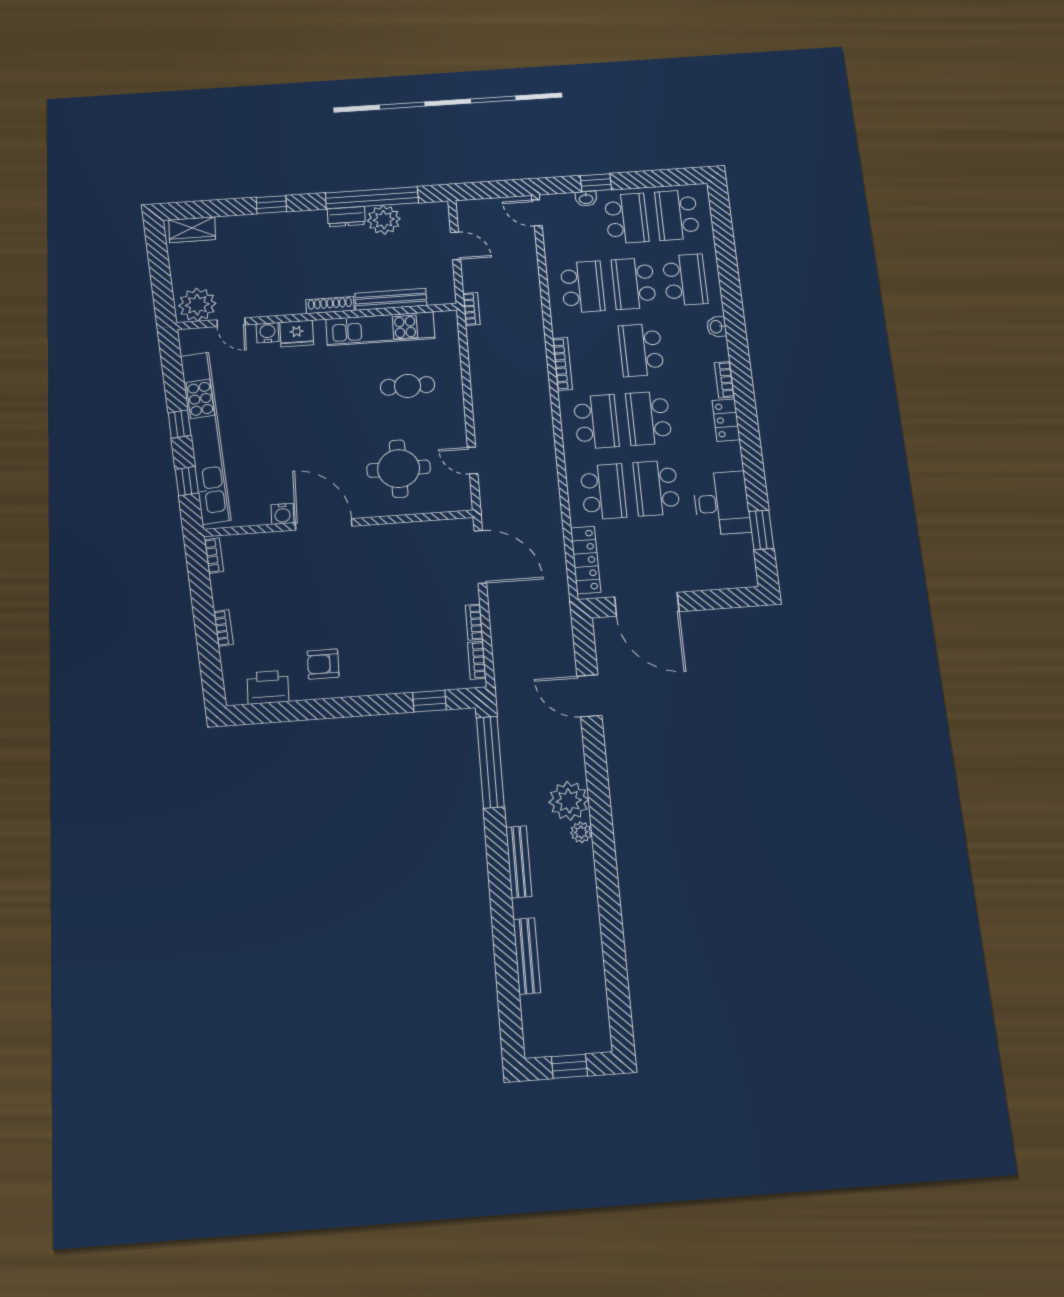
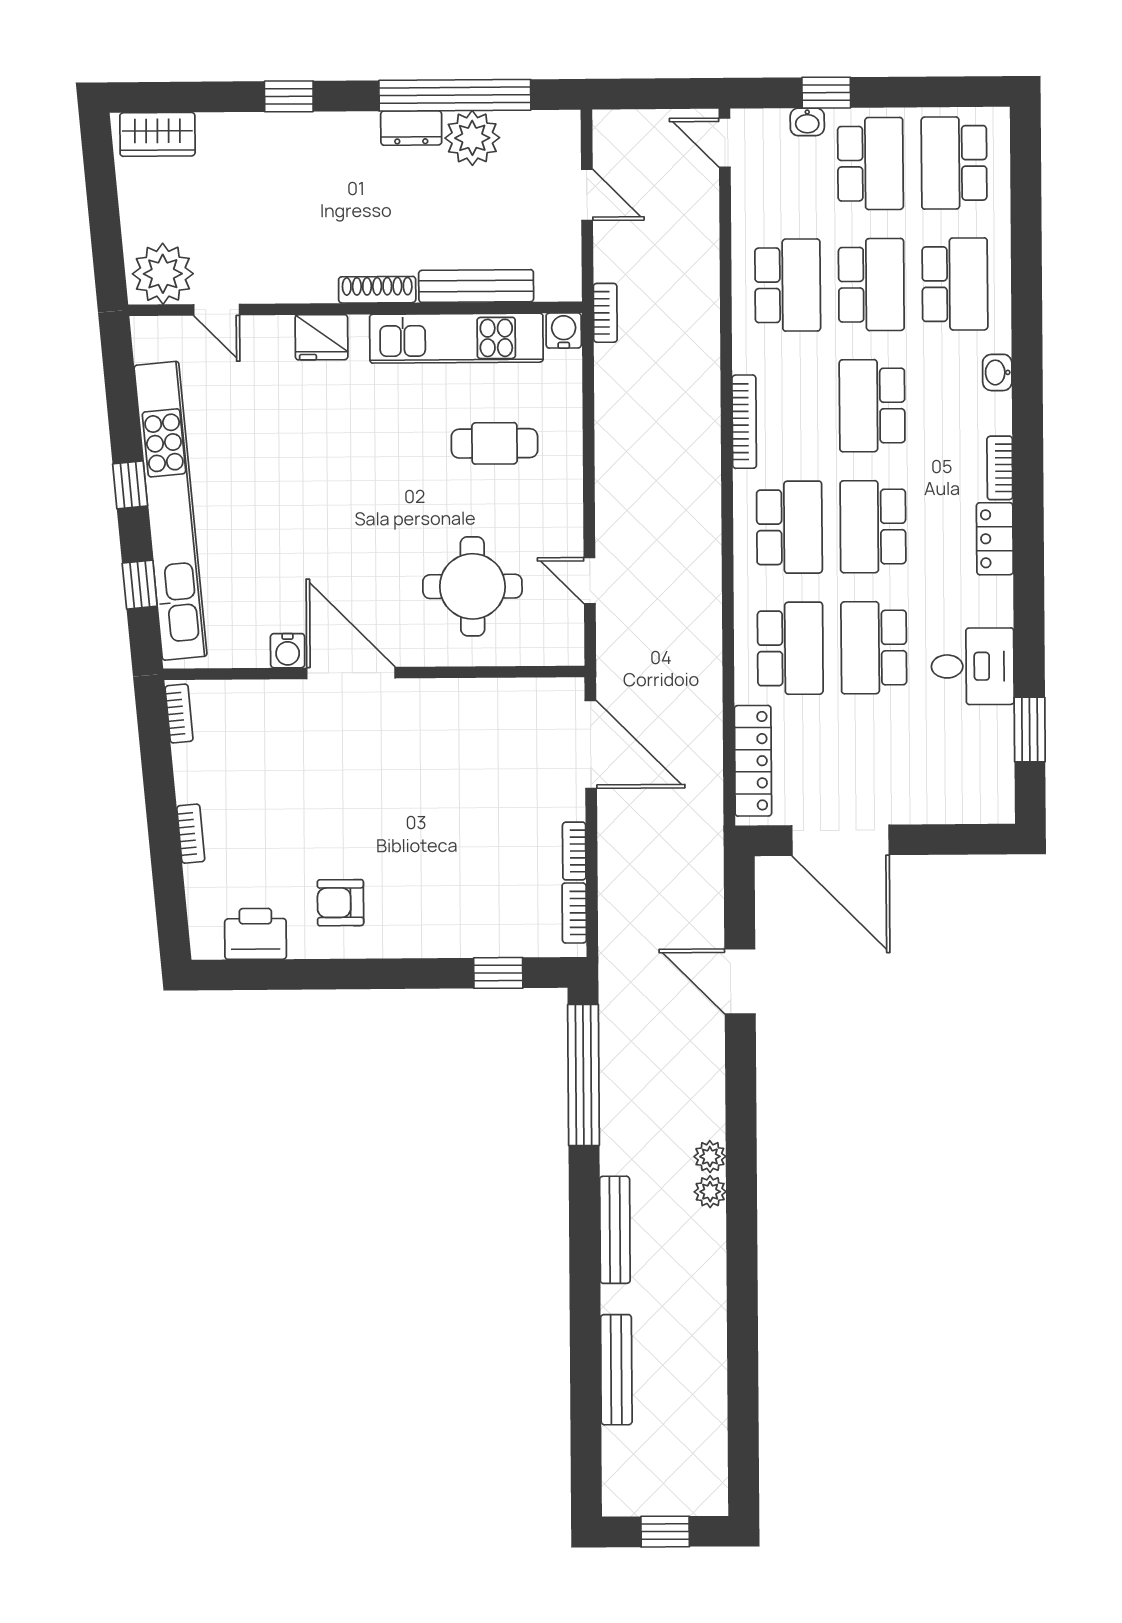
school desk: (634, 283) -> (871, 285), turned 180
water cooler: (267, 333) -> (564, 331), moved
desk: (722, 503) -> (973, 666), width x0.73
plant: (569, 801) -> (710, 1157), width x0.53, depth x0.53

